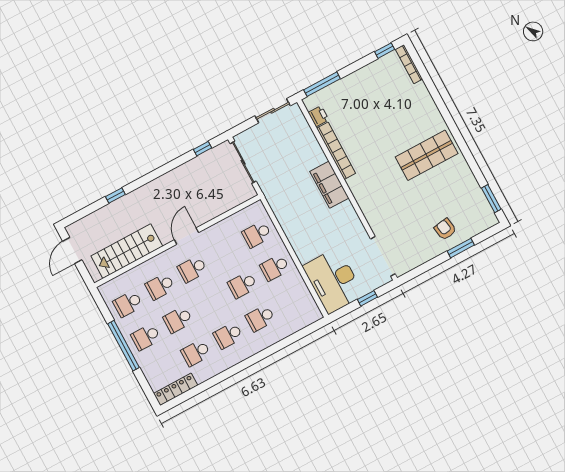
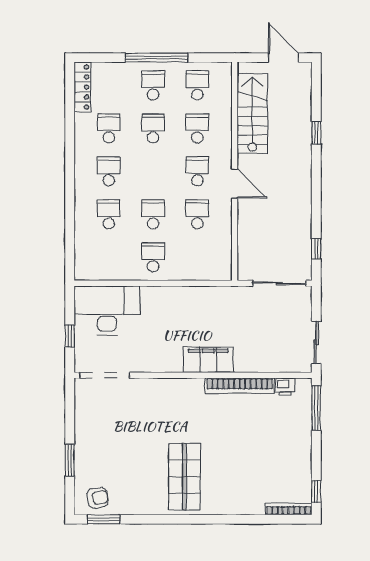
armchair: (445, 229) -> (98, 498), moved
school desk: (257, 234) -> (197, 214), moved

